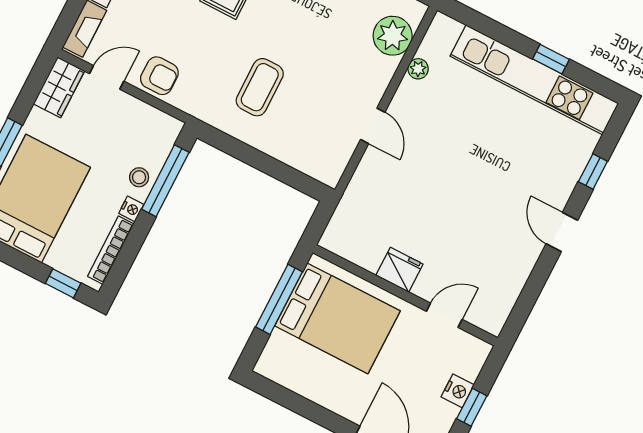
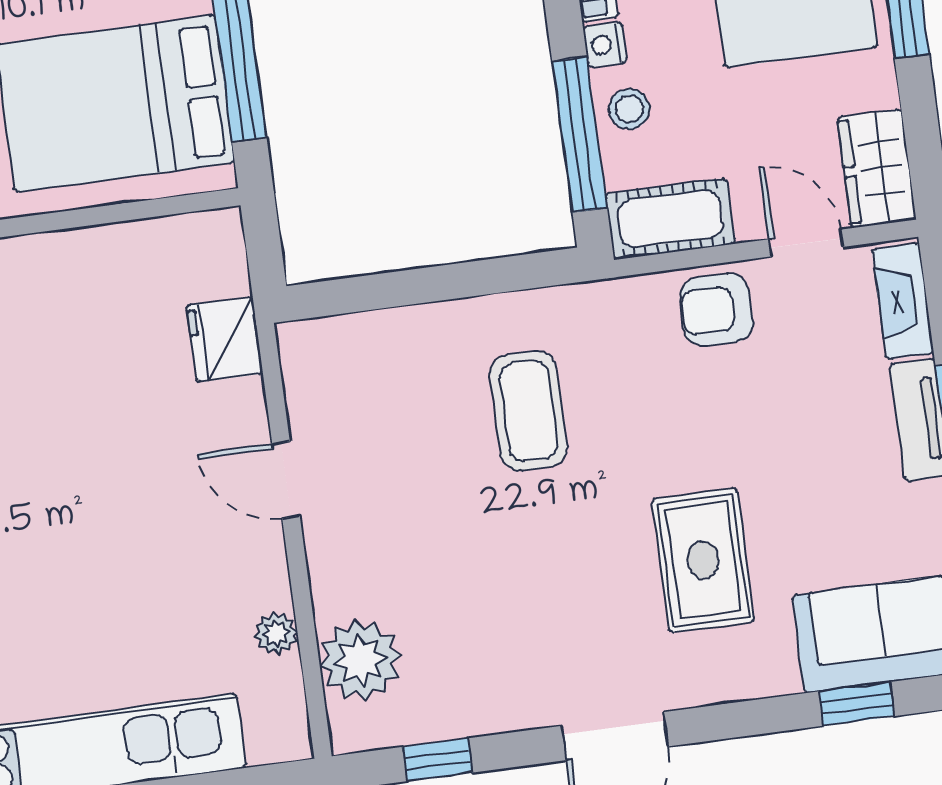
door: (107, 77) -> (806, 243), swing flipped
cot: (153, 124) -> (670, 219), added
fridge: (399, 270) -> (225, 339), moved, turned 90

